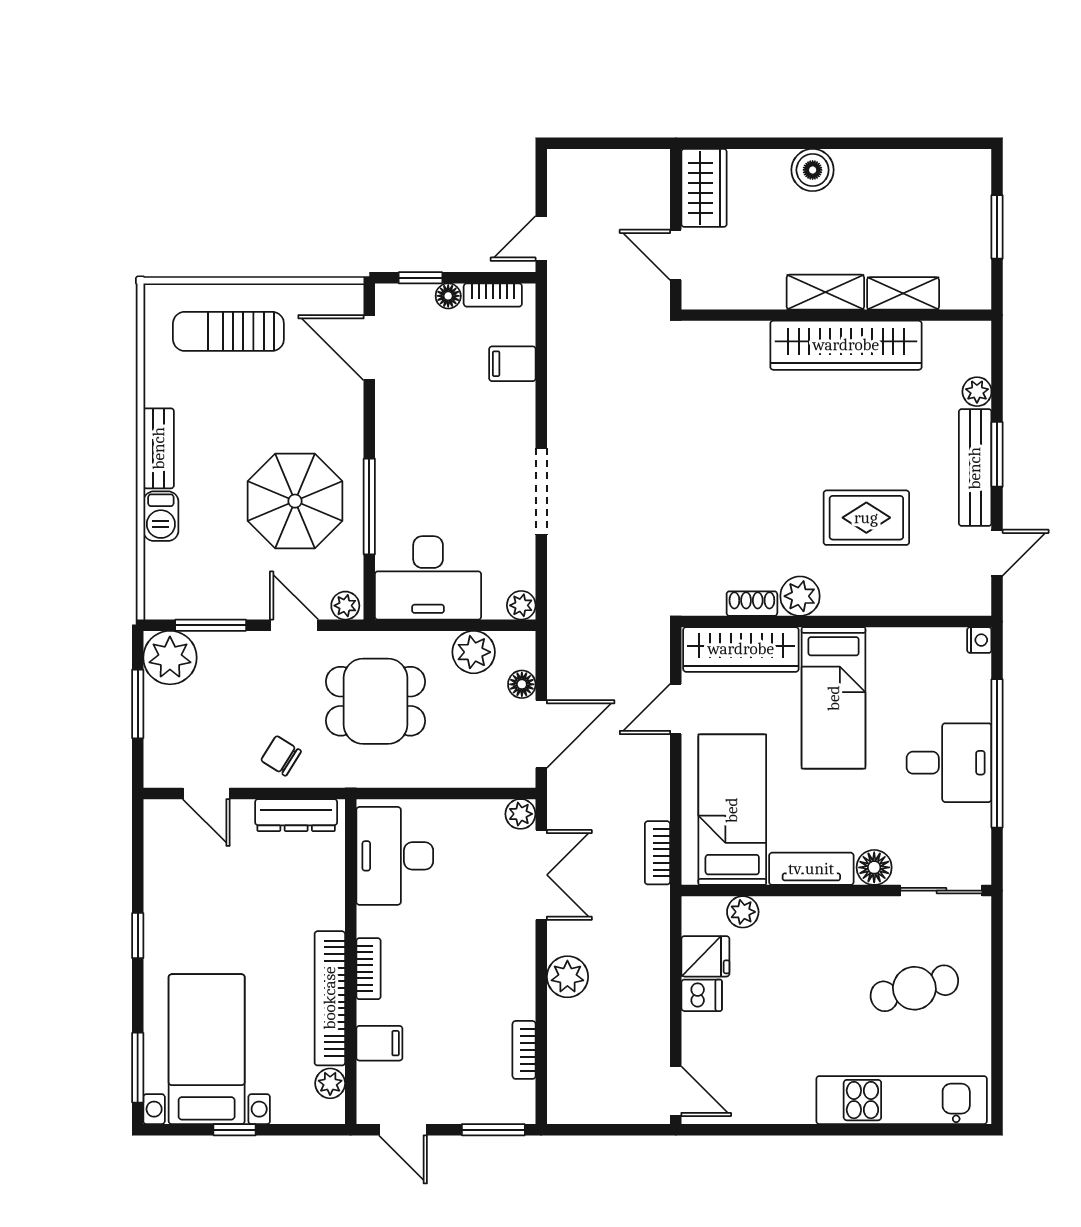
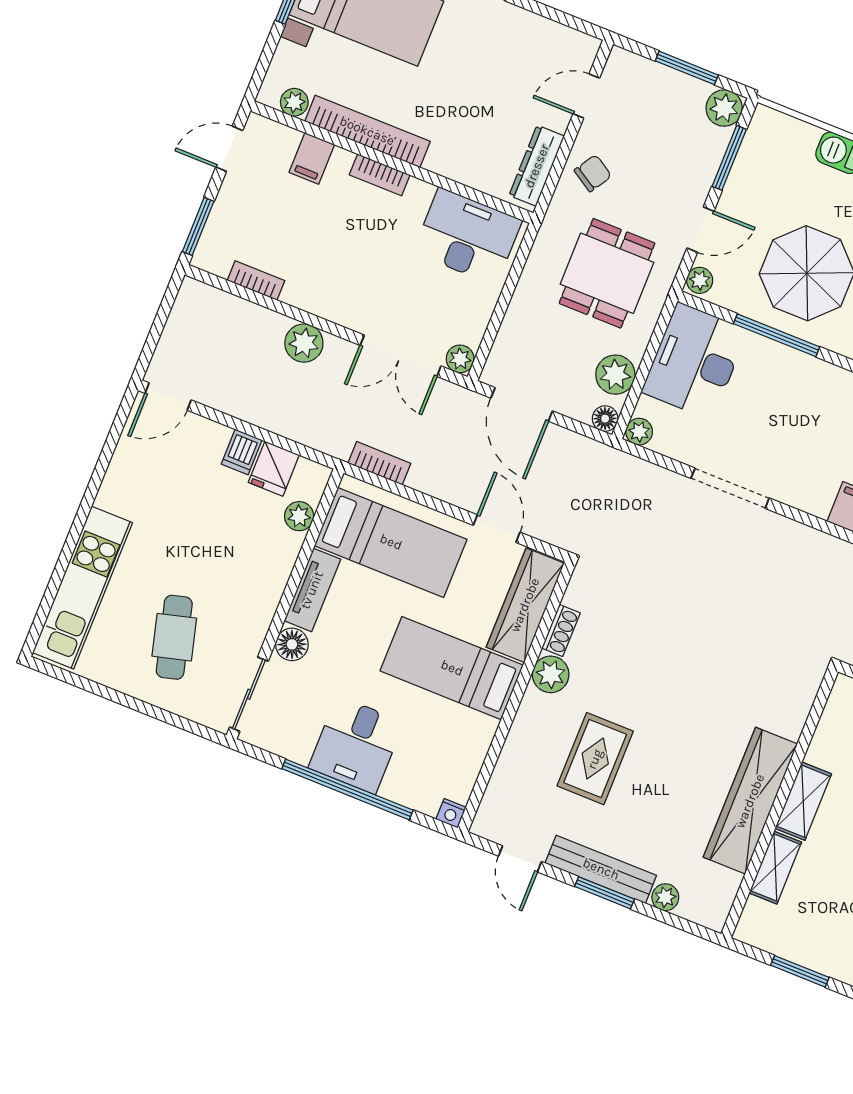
plant: (170, 658) -> (724, 108), width x0.73, depth x0.73
floor lamp: (522, 684) -> (605, 419), moved

